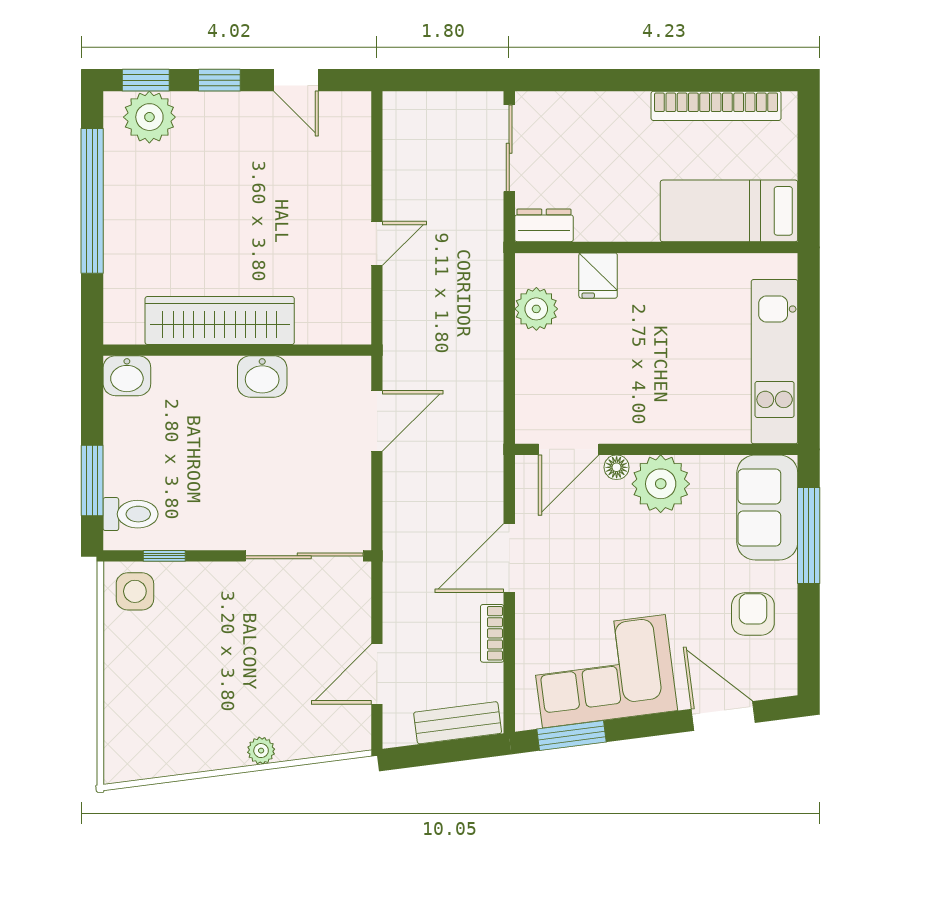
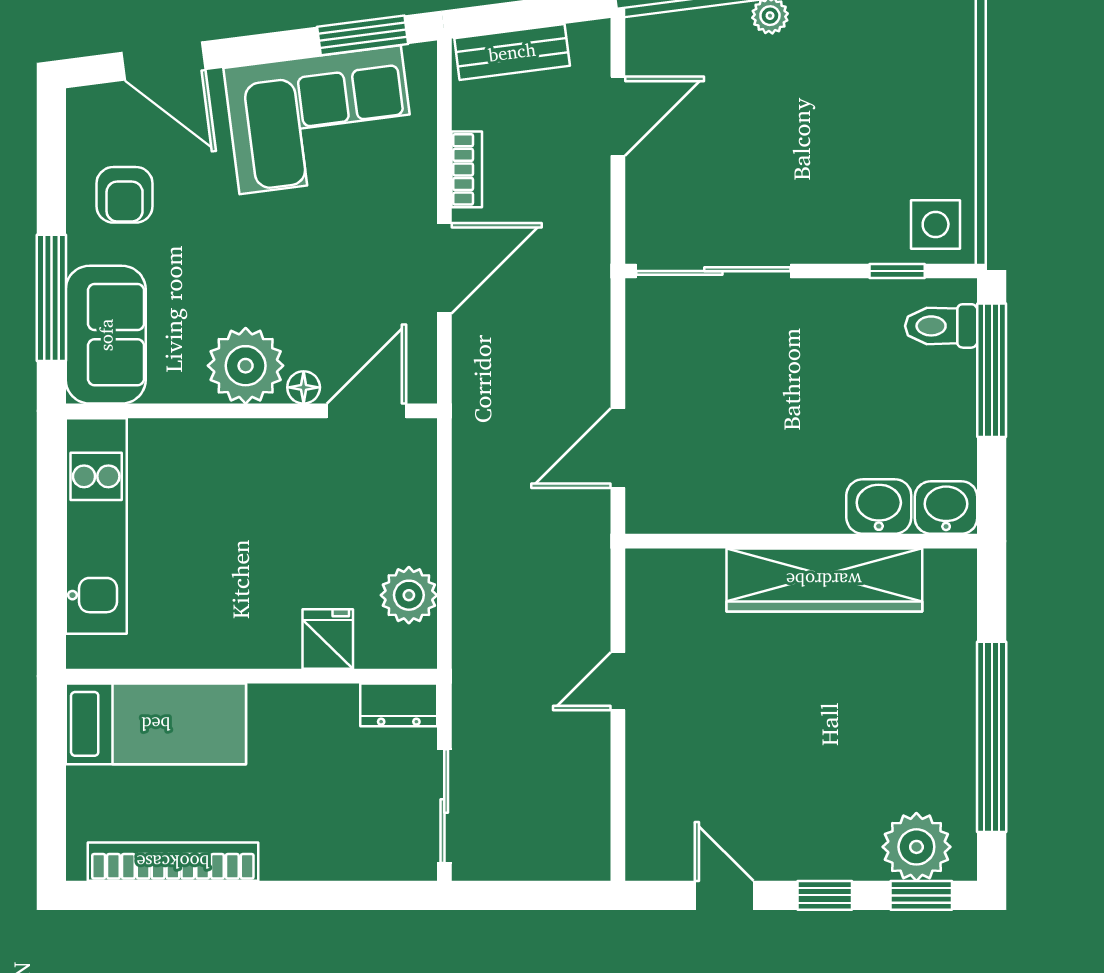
washbasin: (262, 377) -> (879, 506), moved
window: (92, 480) -> (992, 370), width x1.44

